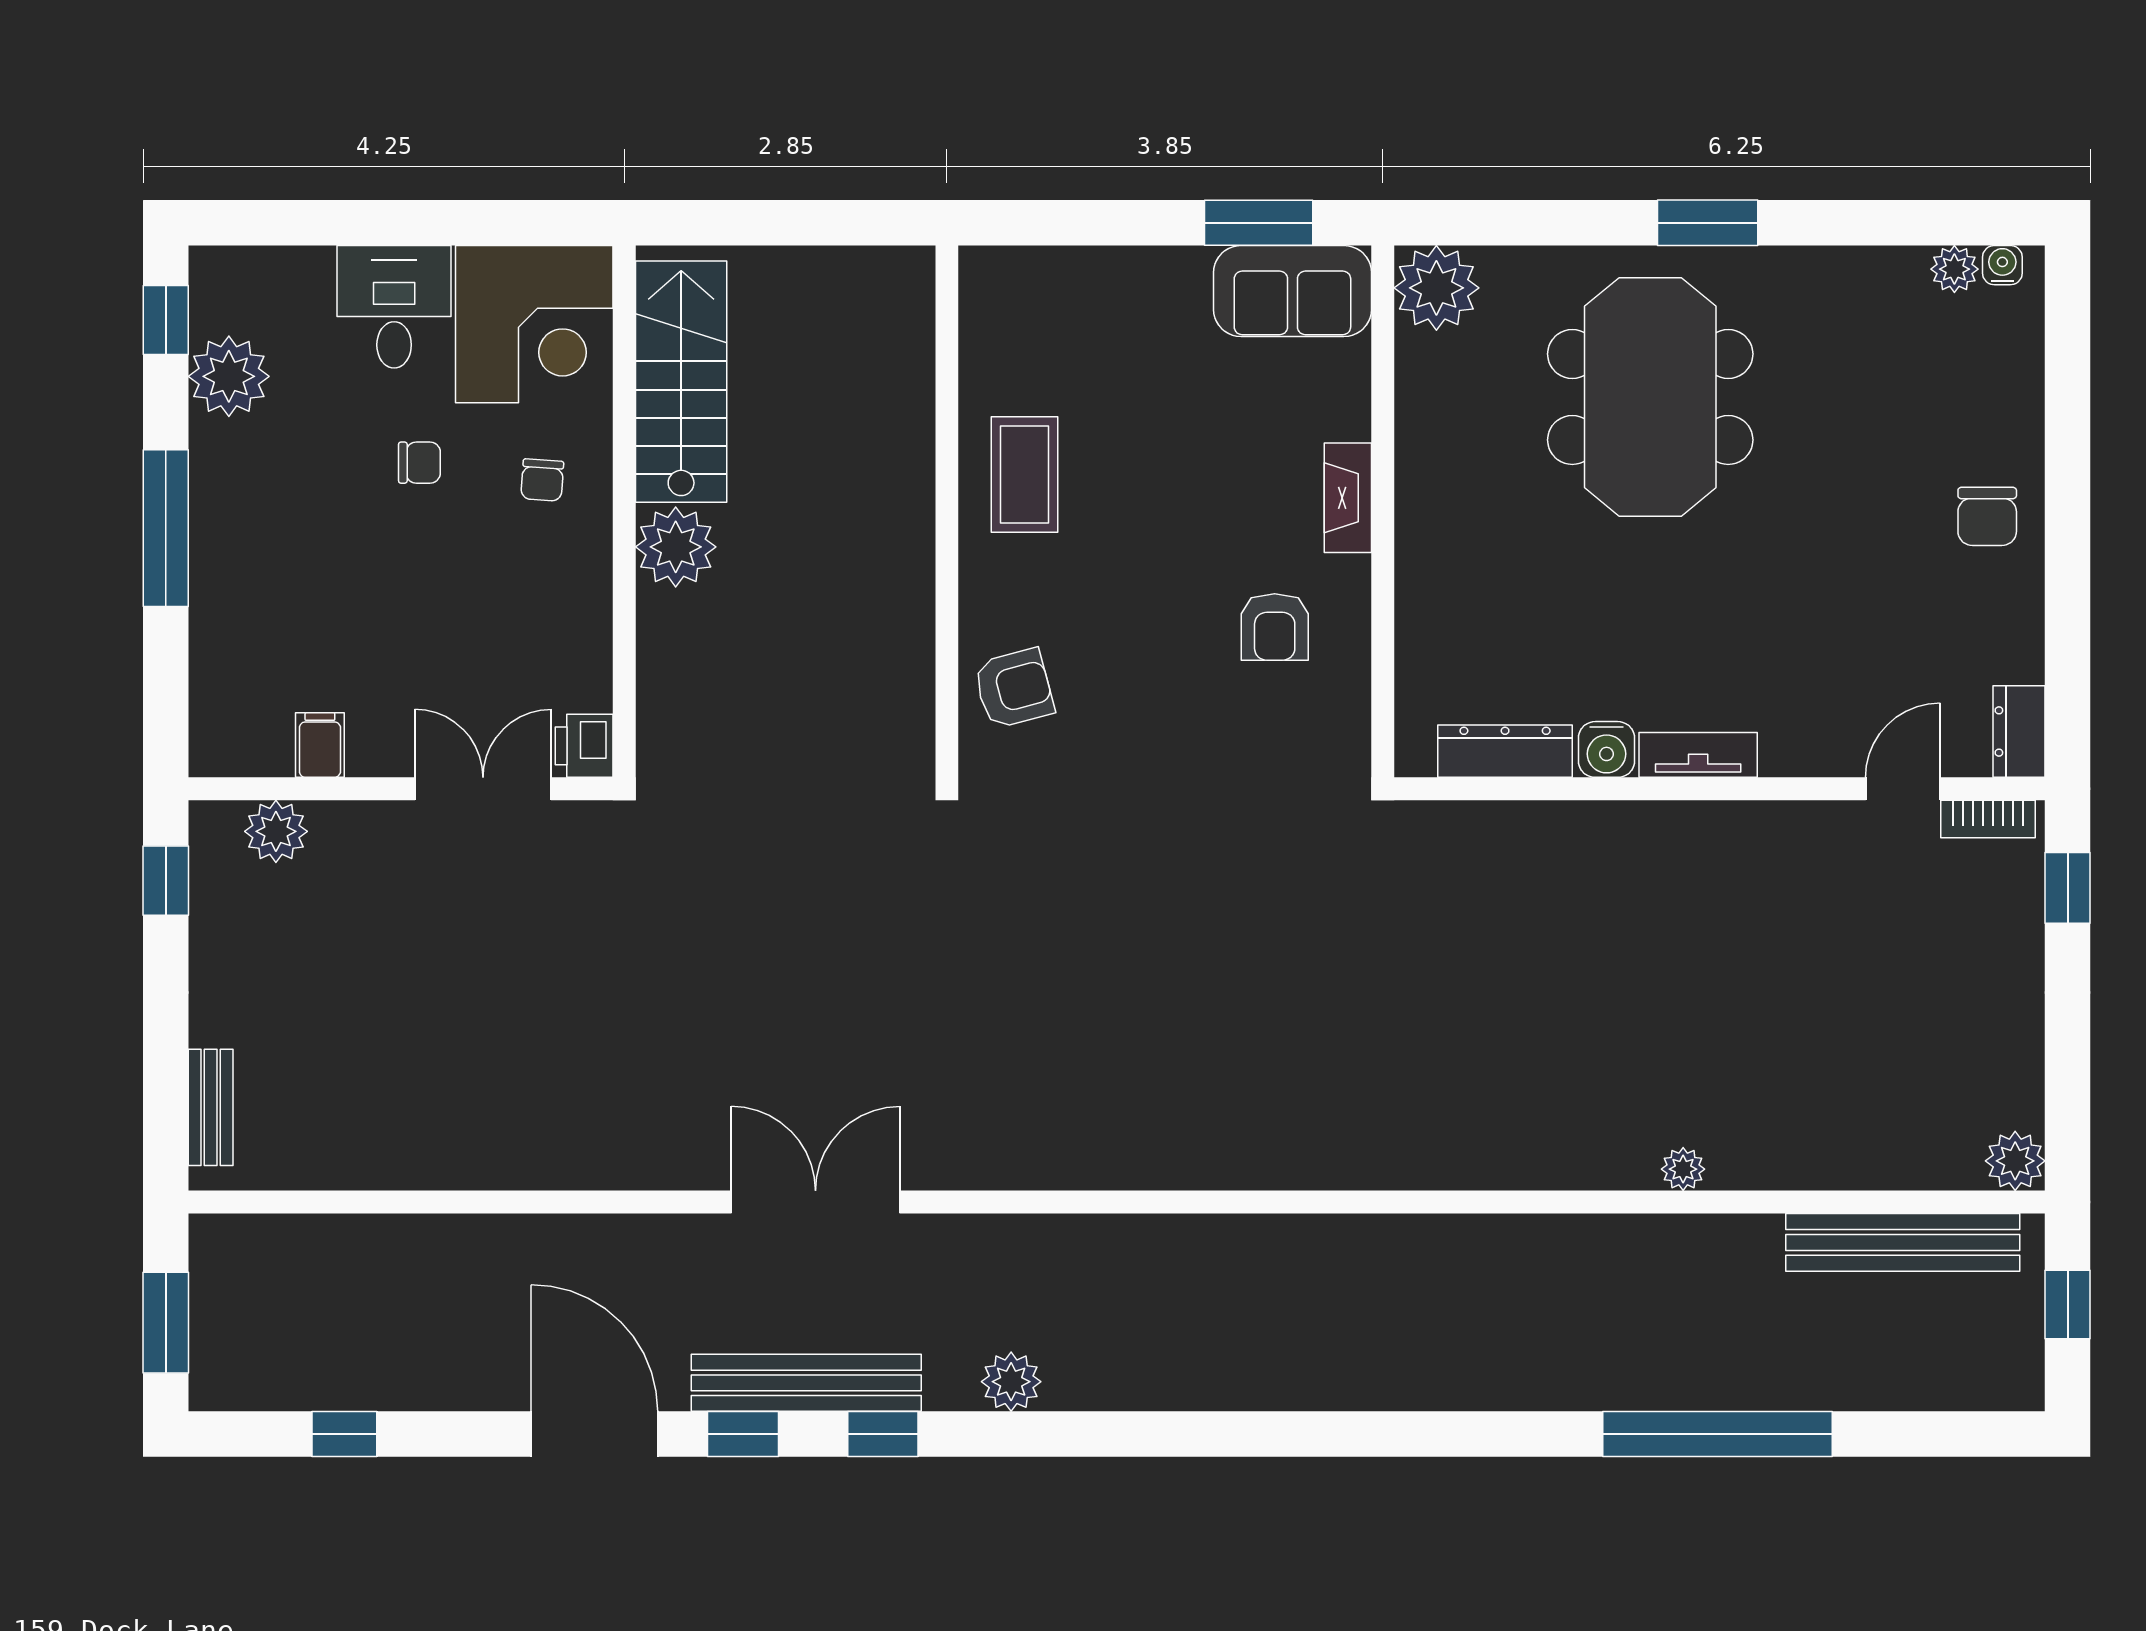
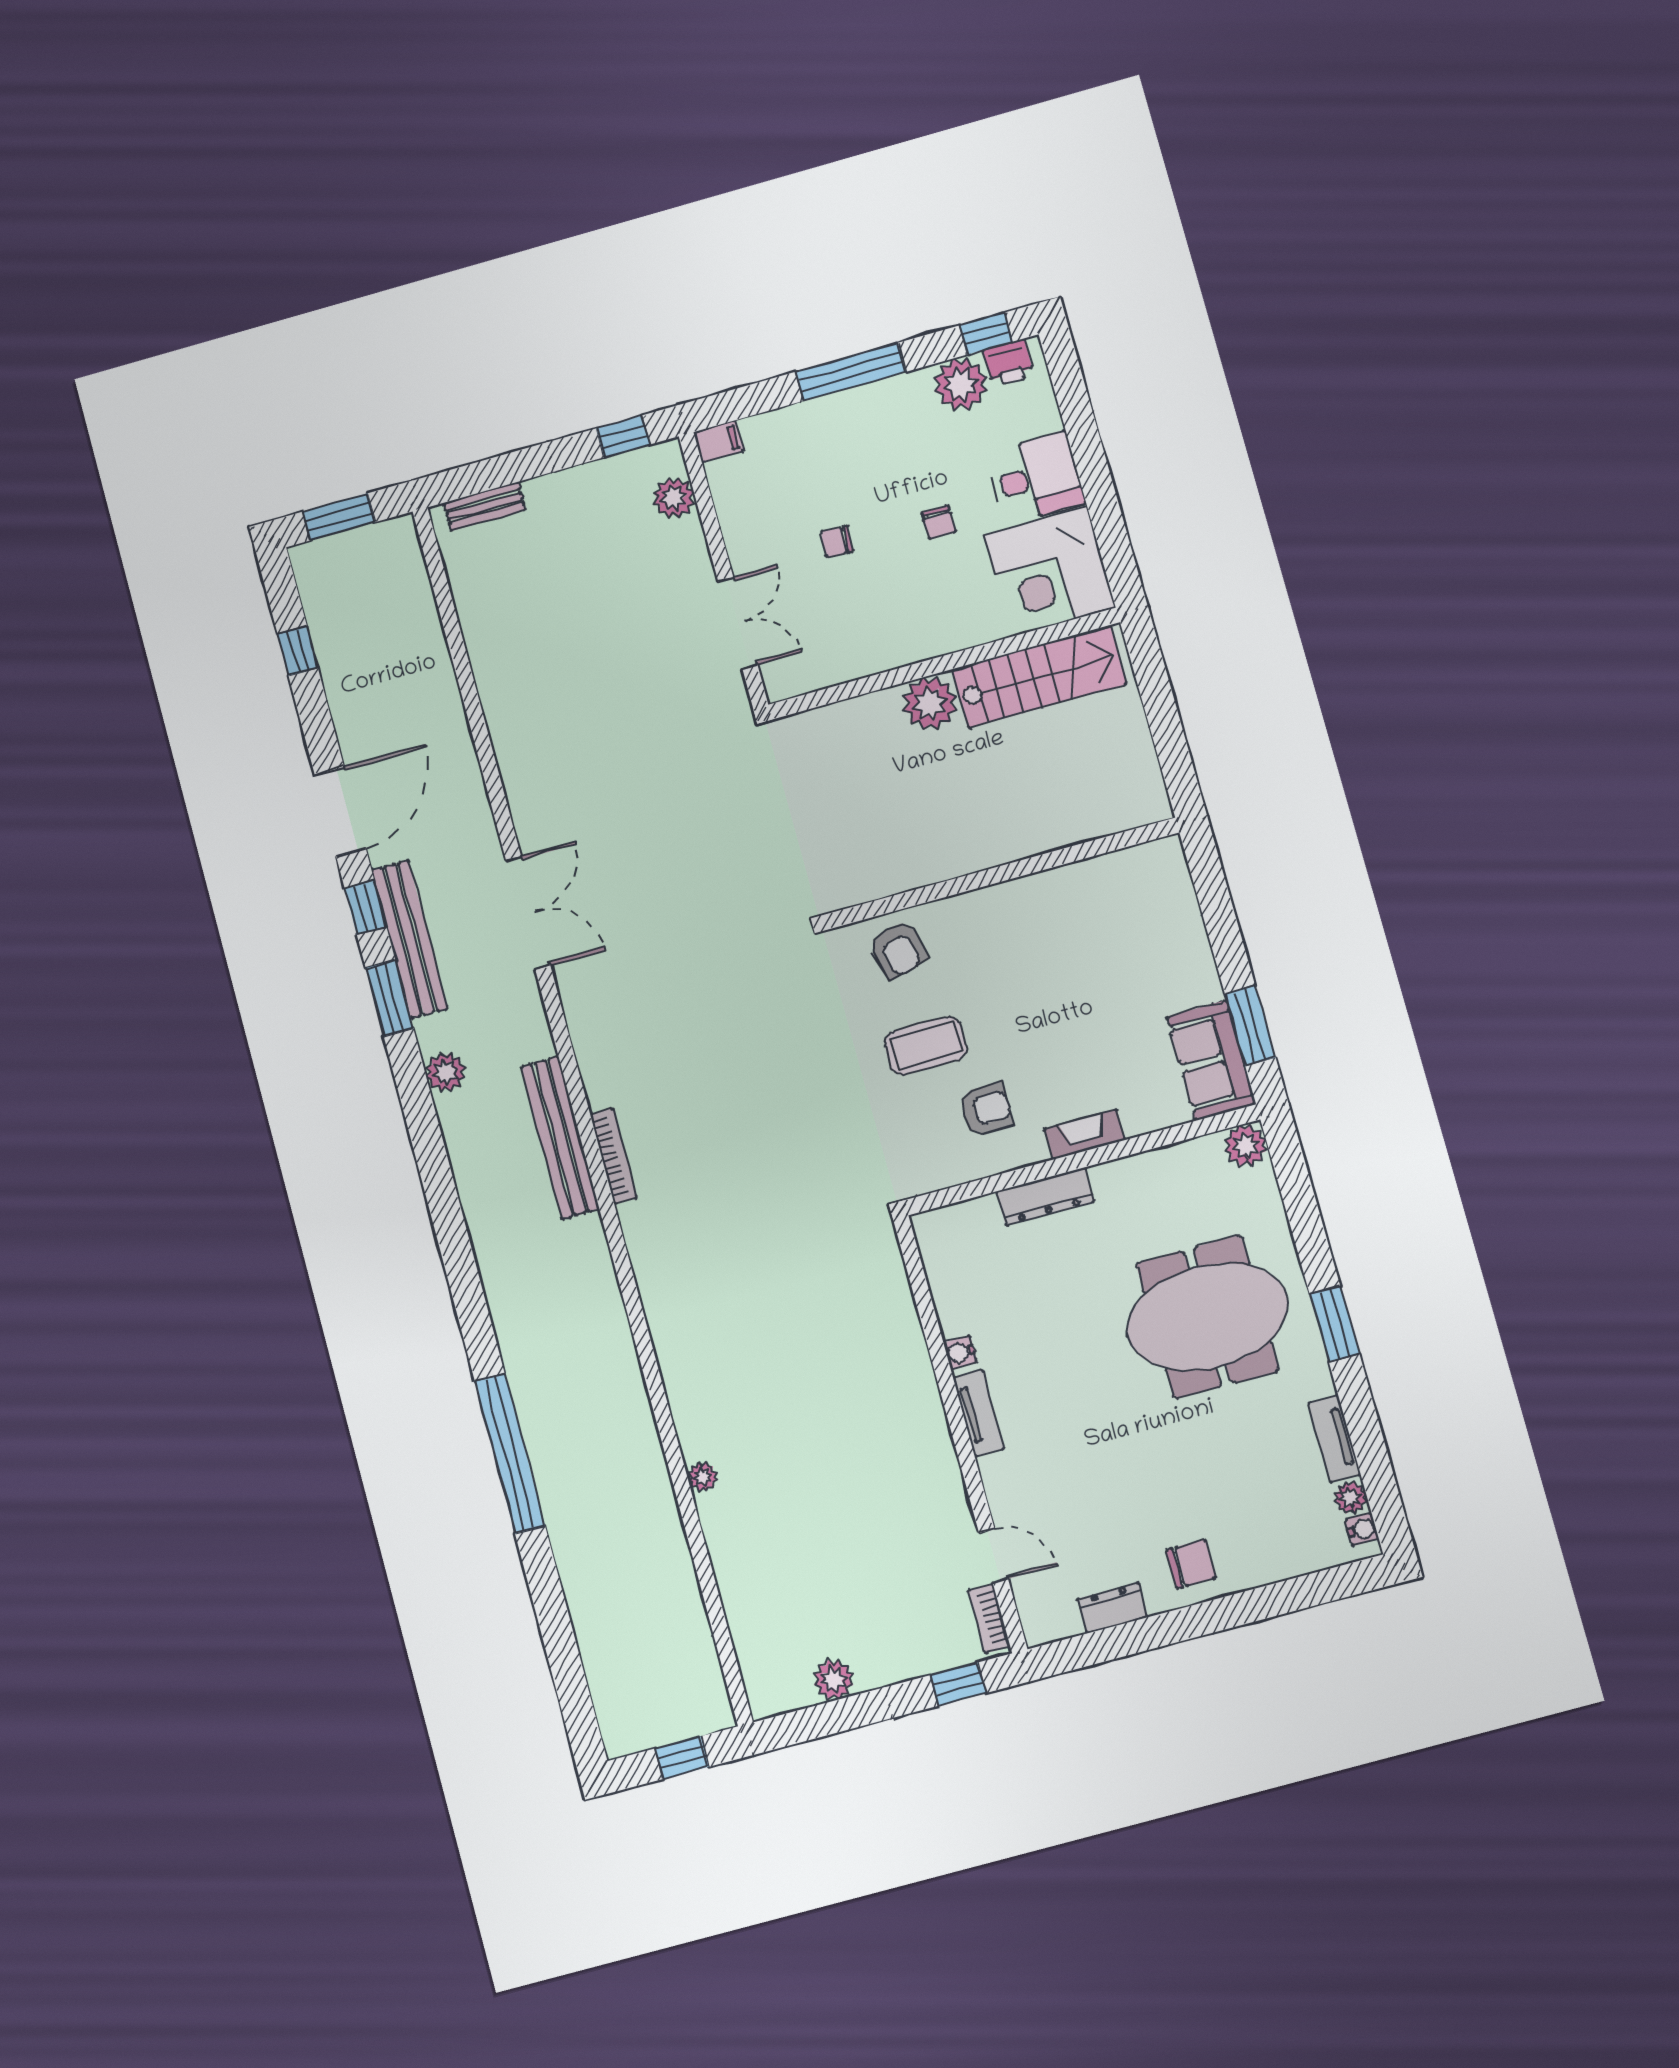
tv unit: (1867, 268) -> (1334, 1439), added
plant: (1436, 288) -> (1246, 1146), width x0.73, depth x0.73
coffee table: (1024, 475) -> (926, 1046), moved
chair: (542, 480) -> (837, 541), moved
chair: (1987, 516) -> (1191, 1564), turned 180
armchair: (1275, 627) -> (986, 1109), turned 180
dresser: (2019, 732) -> (1112, 1608), moved
filing cabinet: (320, 745) -> (719, 442), moved
printer: (584, 746) -> (1008, 363), moved, turned 180
water cooler: (1607, 749) -> (960, 1352), width x0.72, depth x0.72
dresser: (1505, 751) -> (1045, 1197), moved, turned 90
plant: (2015, 1161) -> (834, 1680), moved
bookcase: (1196, 1173) -> (613, 1156), added
bench: (1903, 1242) -> (560, 1138), moved
window: (883, 1434) -> (390, 998), width x1.50
window: (1717, 1434) -> (510, 1454), moved

